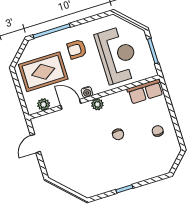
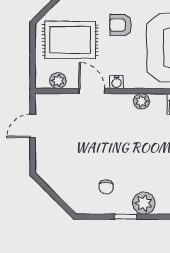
plant: (97, 104) -> (141, 101), moved
chair: (118, 134) -> (106, 187), moved
plant: (135, 175) -> (144, 203), added

